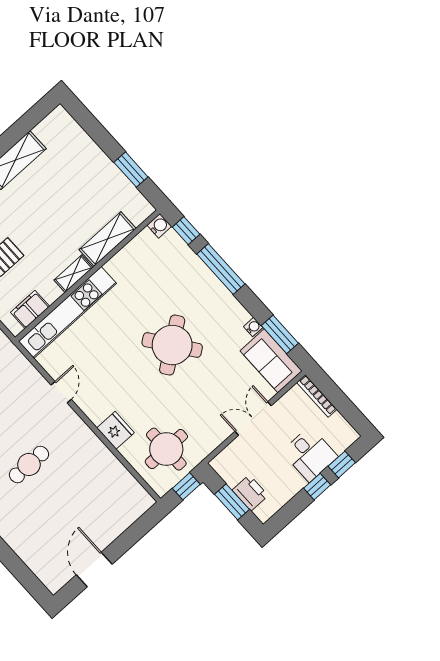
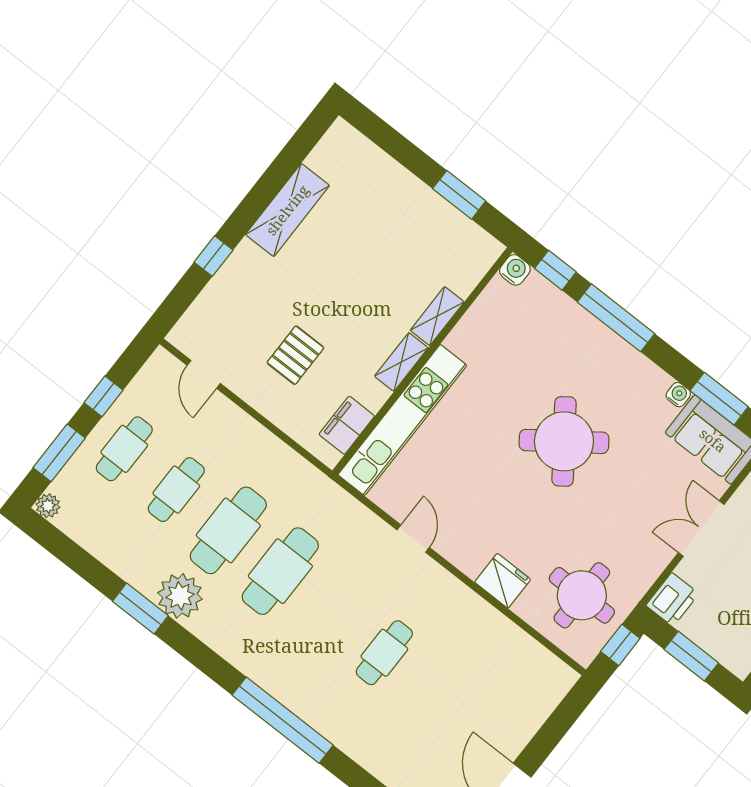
shelving: (108, 239) -> (437, 316), width x0.67, depth x0.75
printer: (250, 493) -> (672, 600), moved, turned 90

